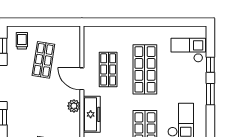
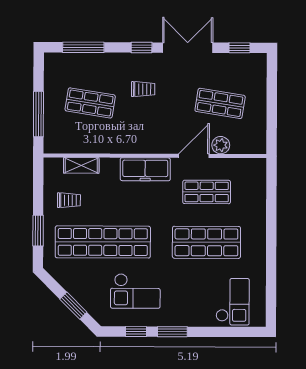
trolley: (22, 41) -> (143, 89), moved
window: (210, 65) -> (136, 332), moved
plant: (74, 106) -> (221, 145), moved

